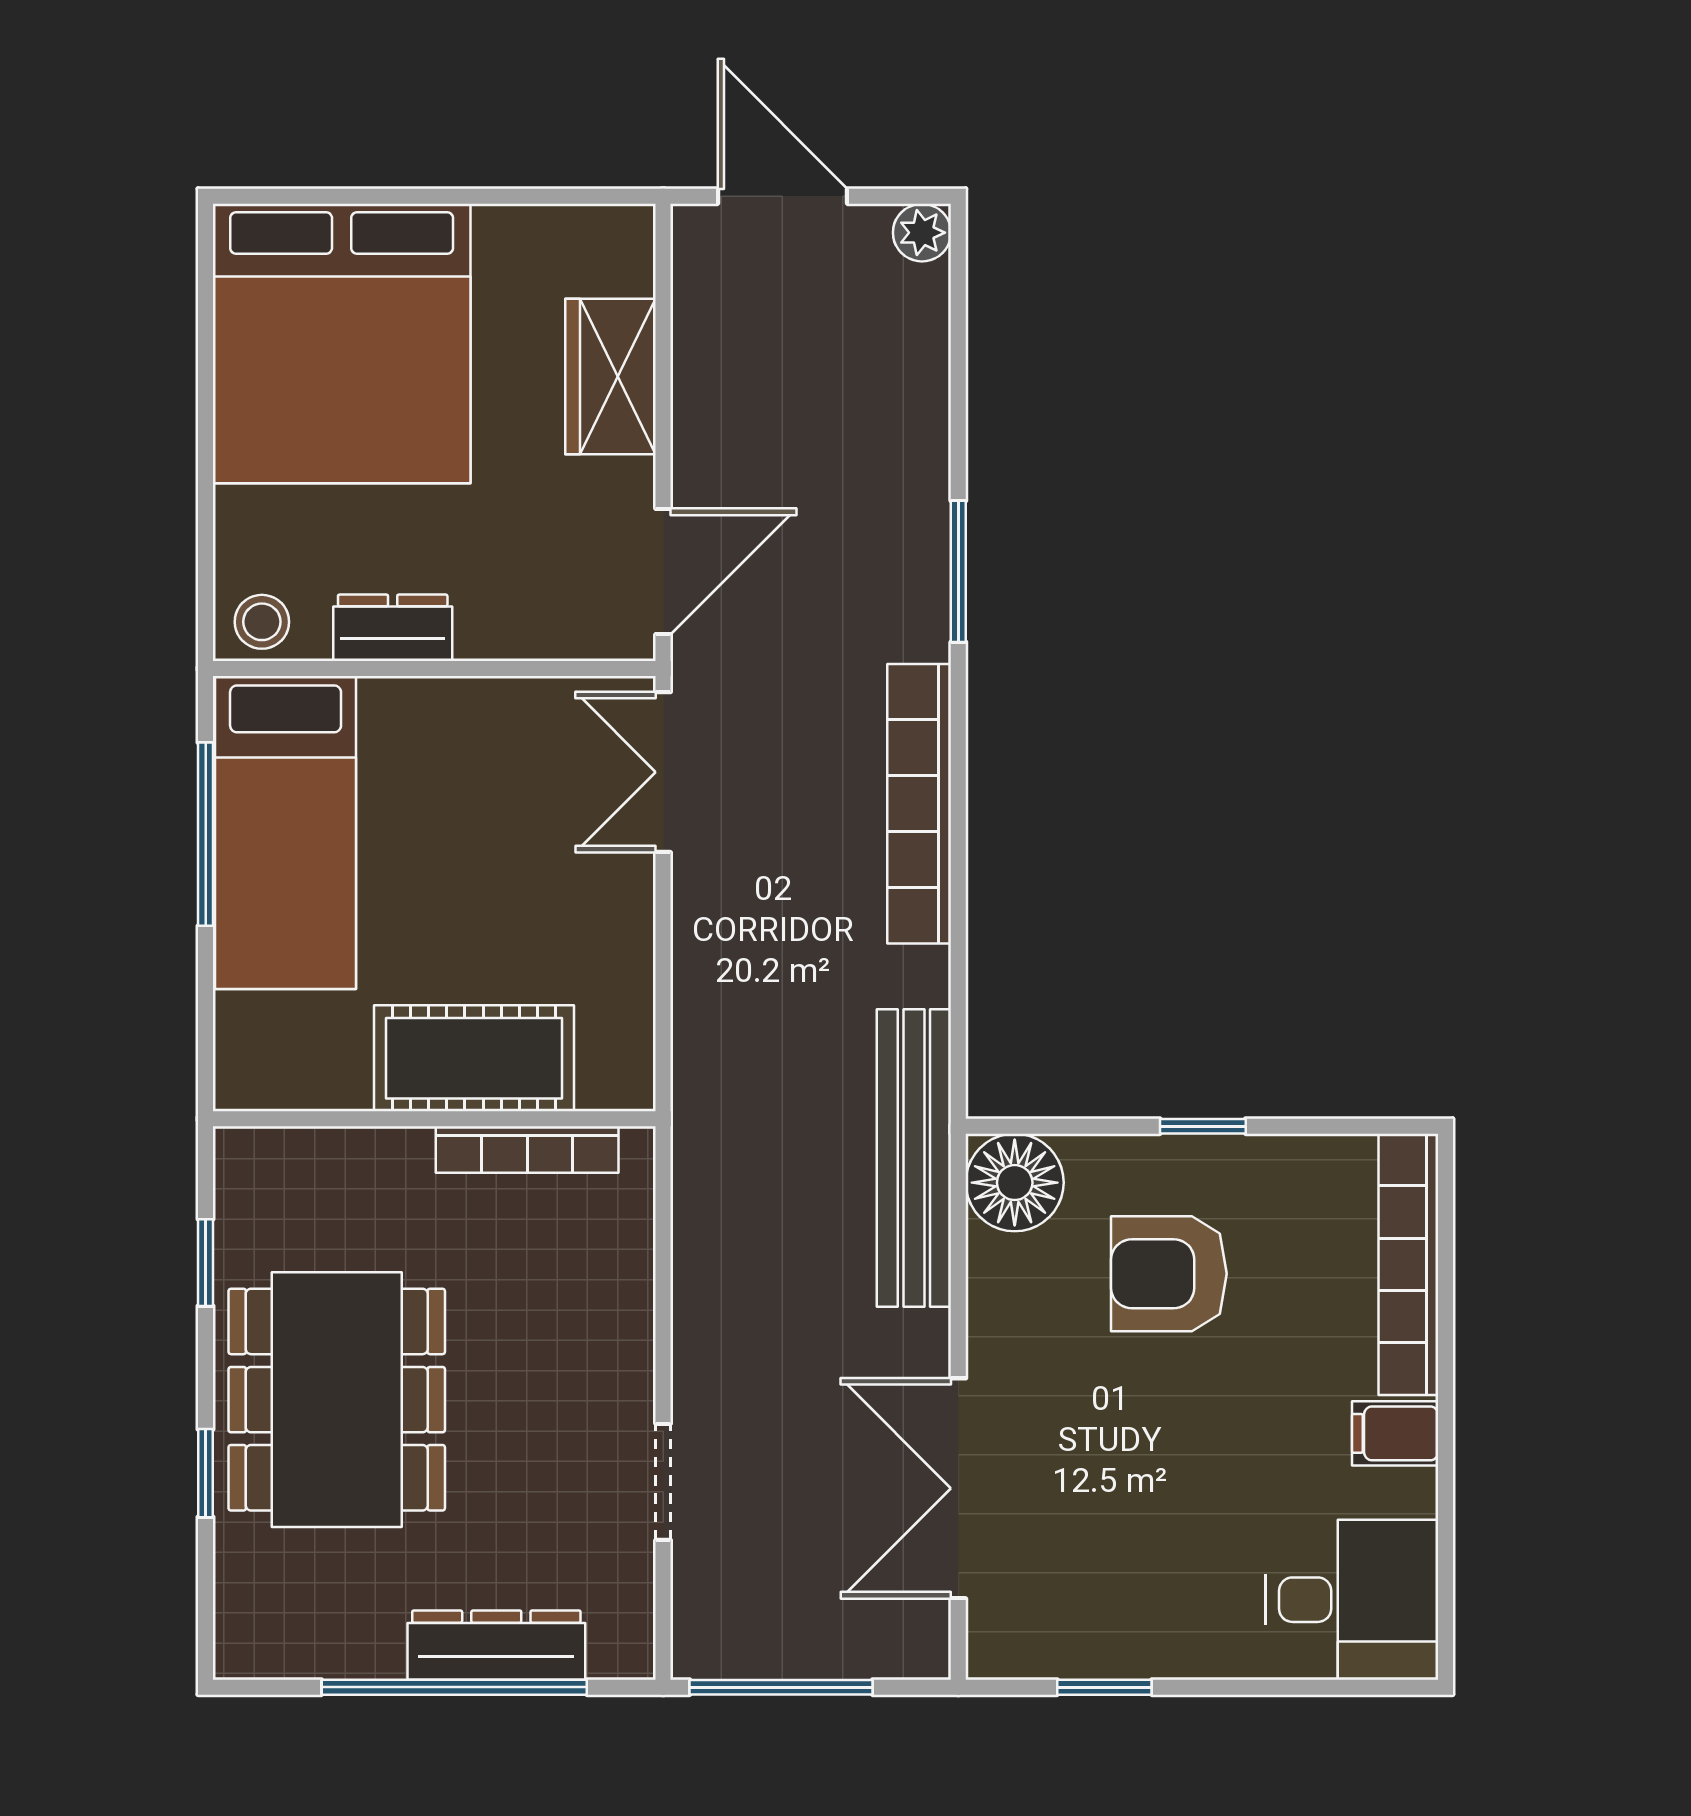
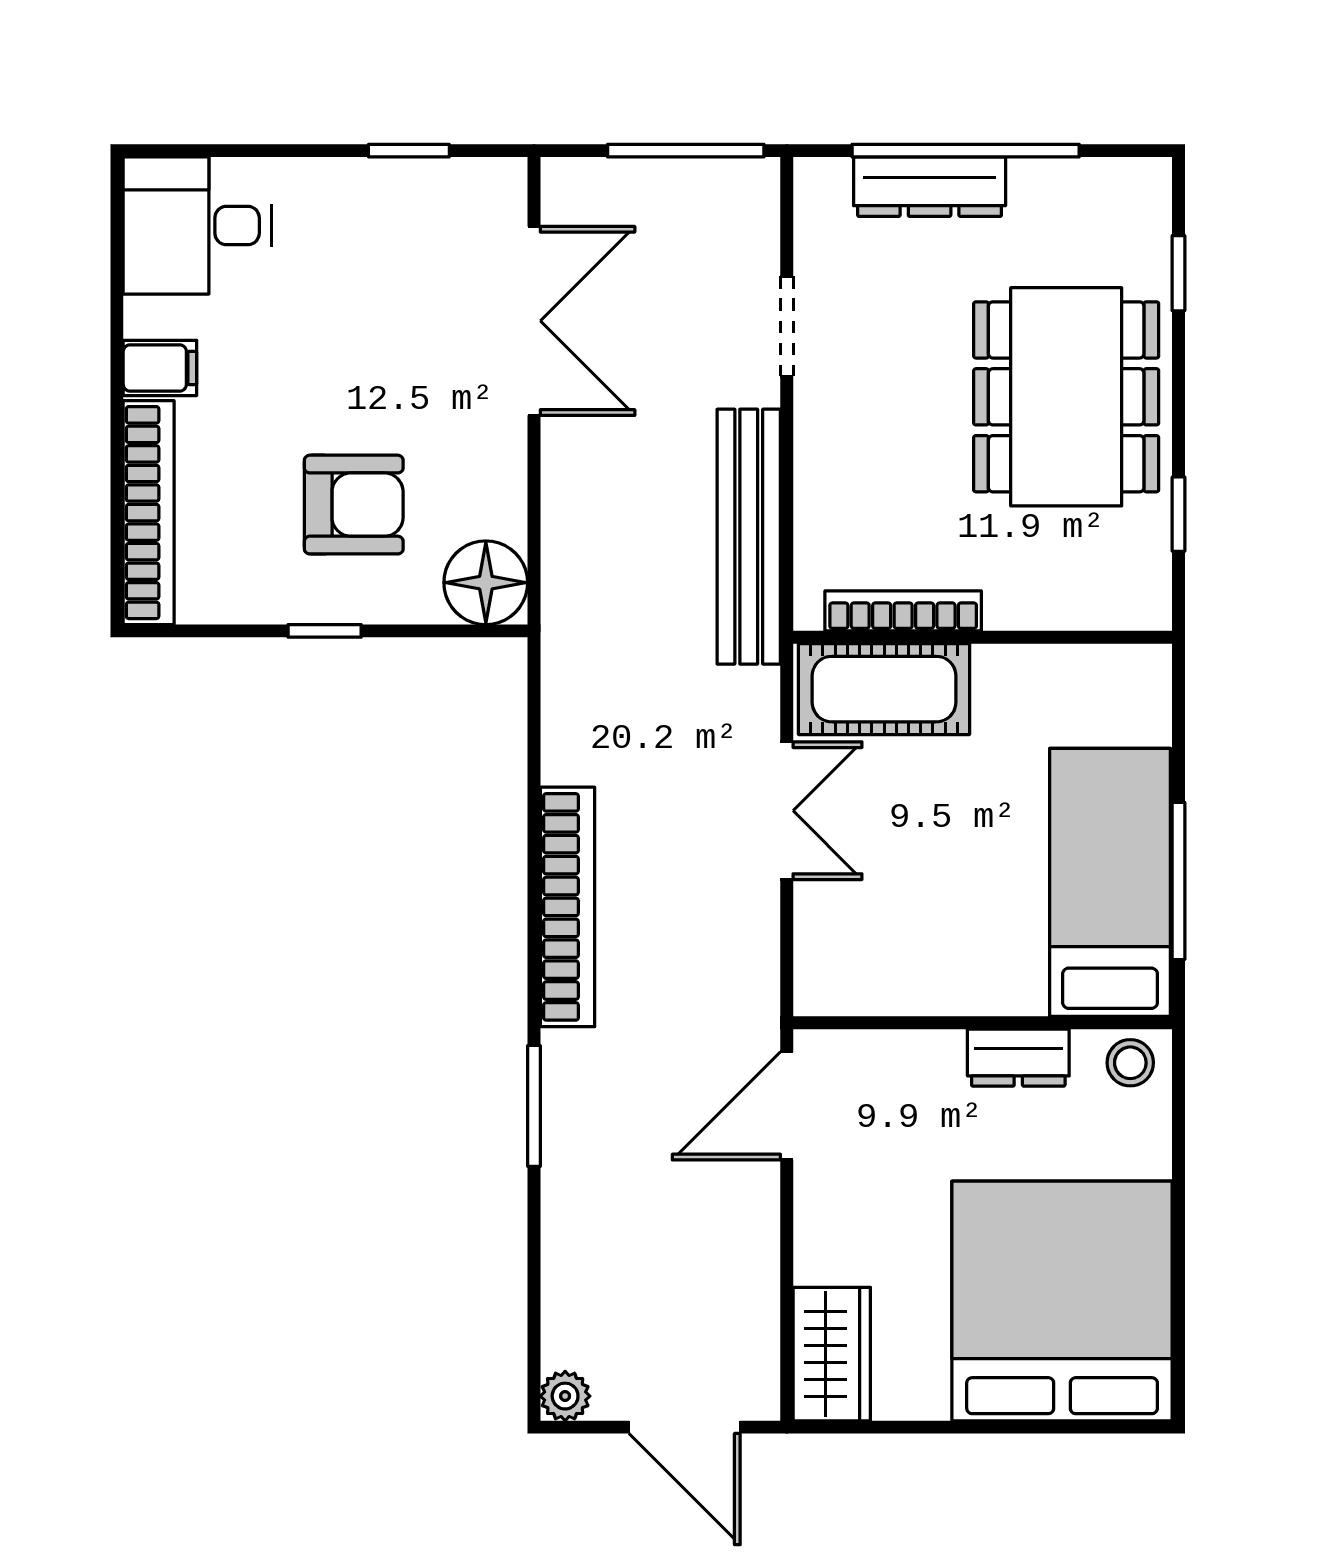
wardrobe: (611, 377) -> (832, 1354), moved
double door: (663, 772) -> (787, 811), moved
cot: (474, 1058) -> (884, 689), moved
bench: (914, 1158) -> (749, 537), moved
window: (206, 1473) -> (1179, 273), moved

